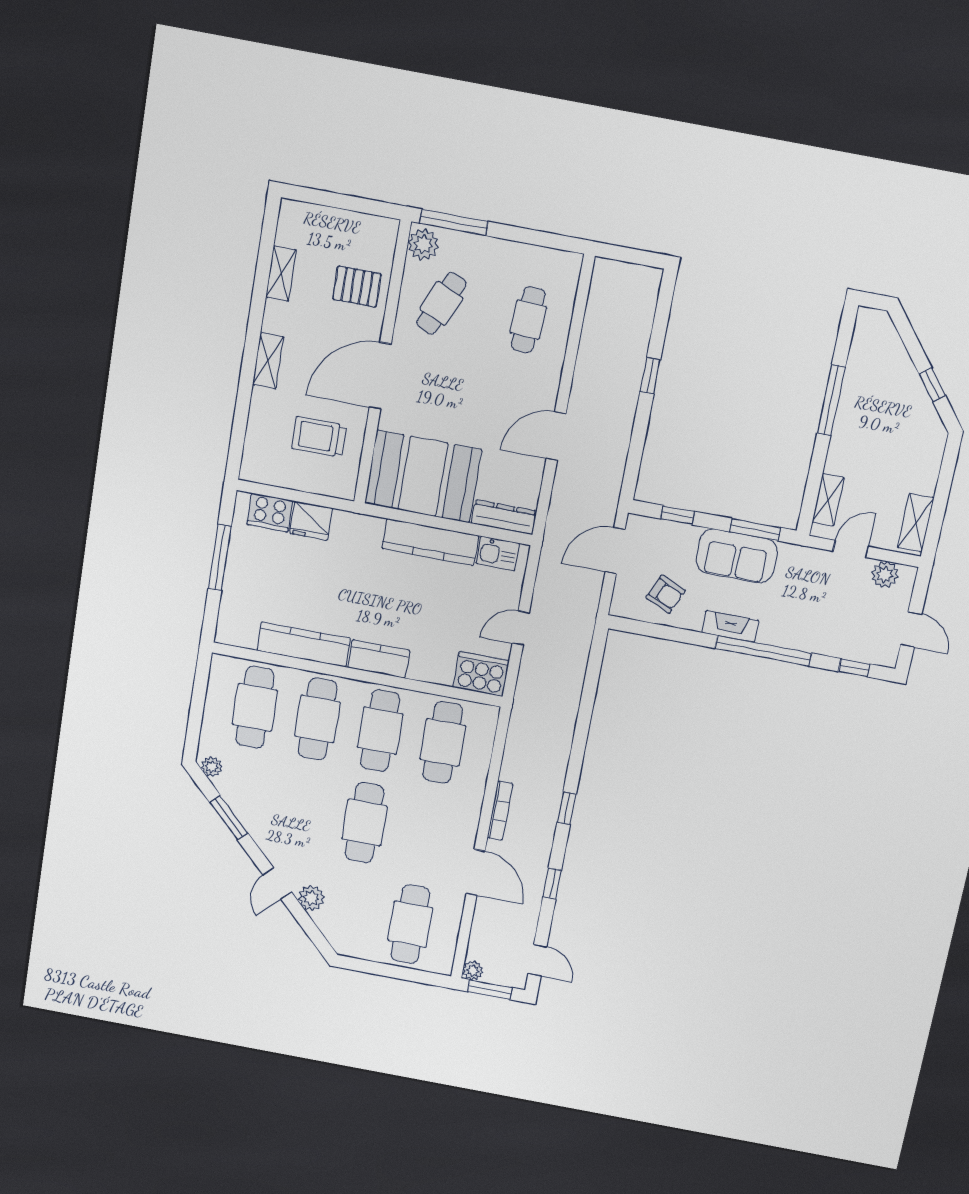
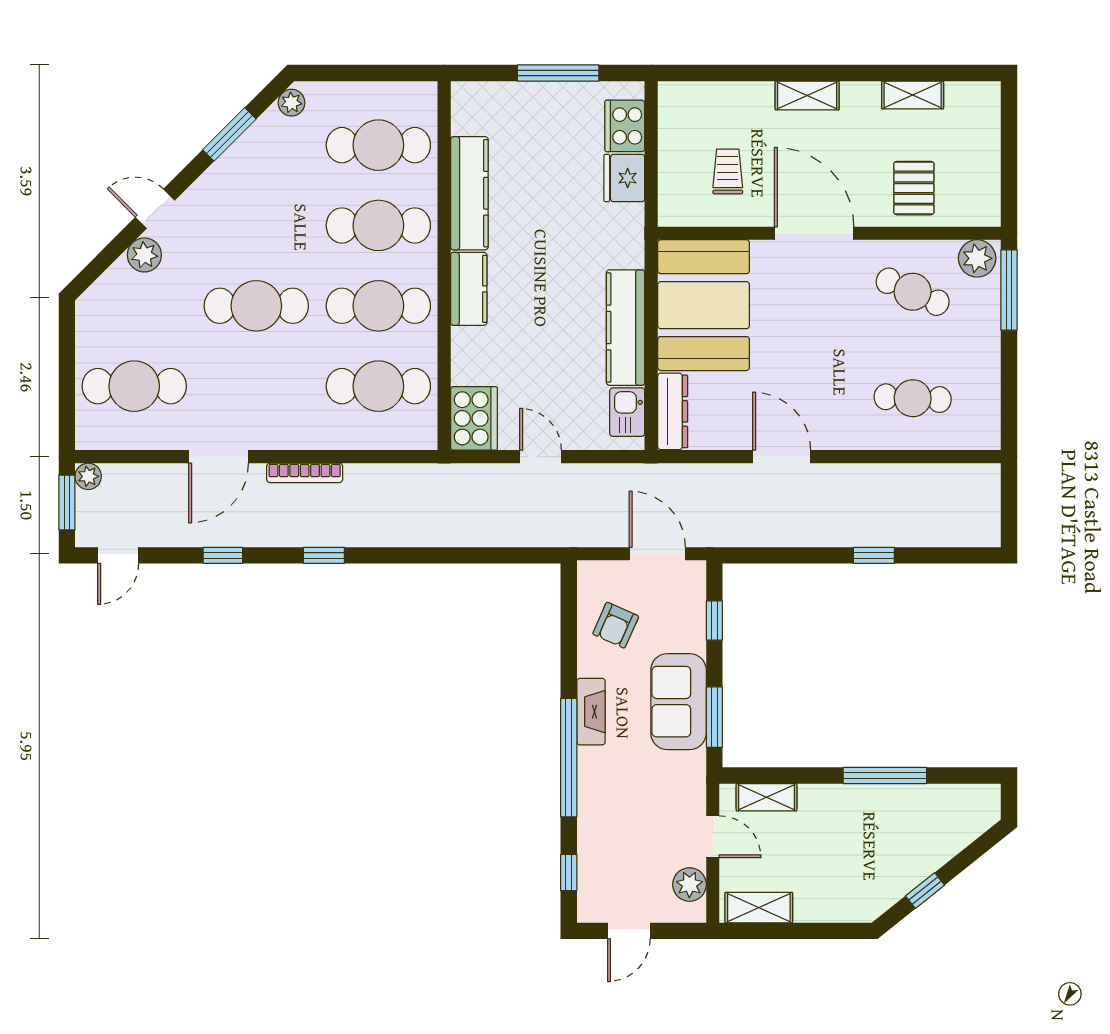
trolley: (319, 437) -> (728, 171), width x0.73, depth x0.72

